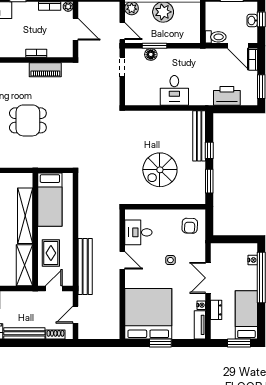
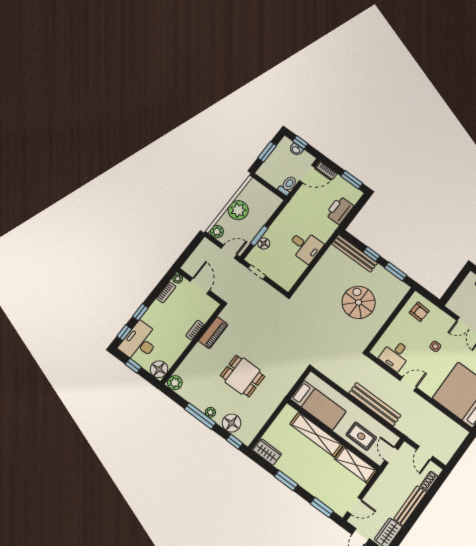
door: (76, 29) -> (200, 286), hinge flipped
dining table: (28, 120) -> (243, 376), turned 90
spiral stairs: (160, 170) -> (359, 302), turned 180
bench: (85, 267) -> (375, 404), moved

